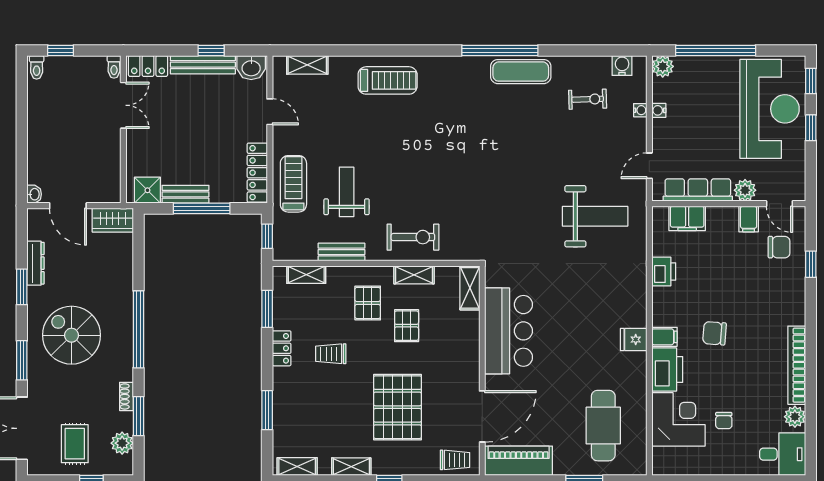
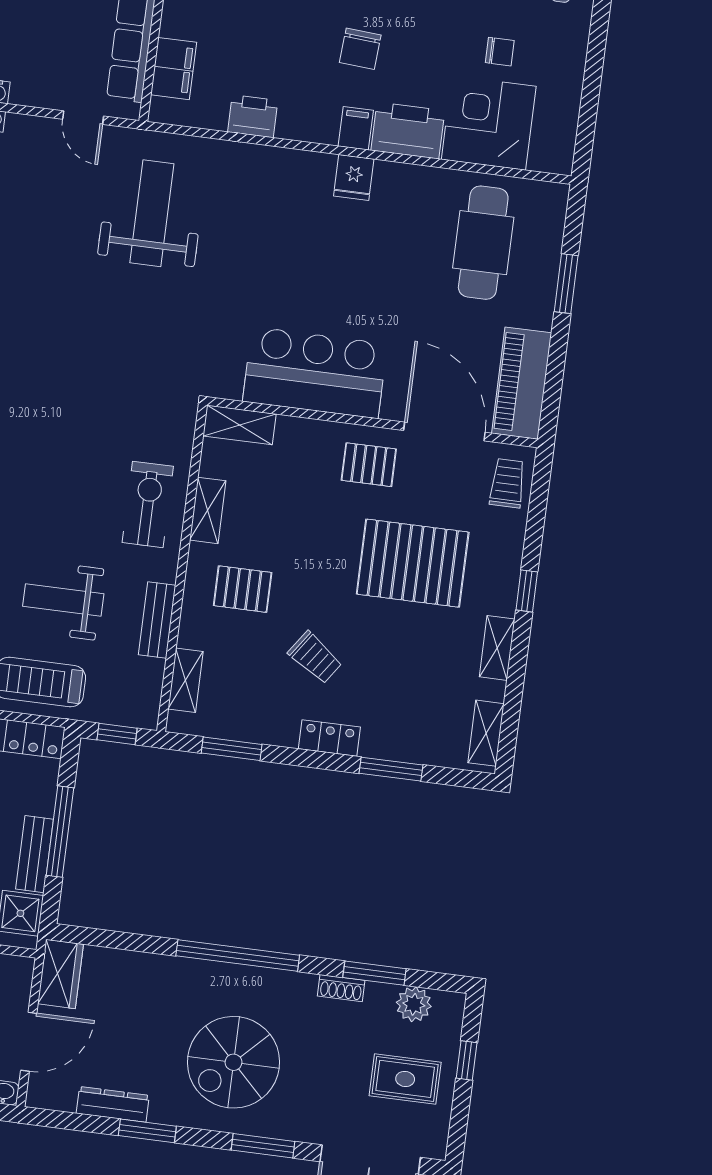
pallet: (407, 326) -> (369, 465), moved
locker: (282, 348) -> (329, 738), moved
trolley: (331, 354) -> (315, 658), turned -55
cafe table: (603, 426) -> (483, 243), turned 90

